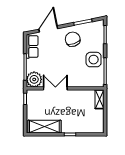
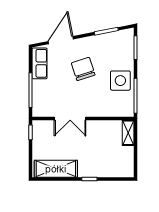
chair: (73, 39) -> (83, 69), moved
plant: (34, 79) -> (42, 107), removed
double door: (55, 88) -> (70, 118), swing flipped

